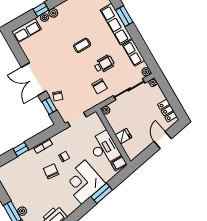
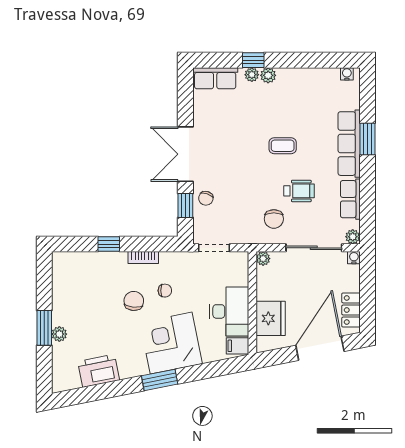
fridge: (123, 136) -> (271, 318), width x1.88, depth x1.34
door: (163, 140) -> (320, 348), width x1.88
window: (102, 193) -> (160, 380), moved

